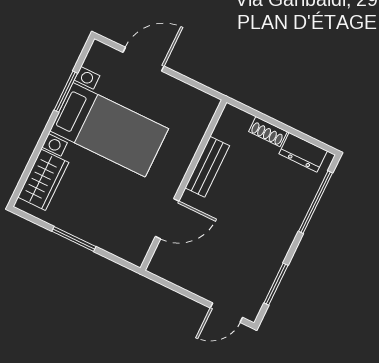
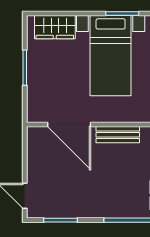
door: (167, 219) -> (69, 124), width x1.36

